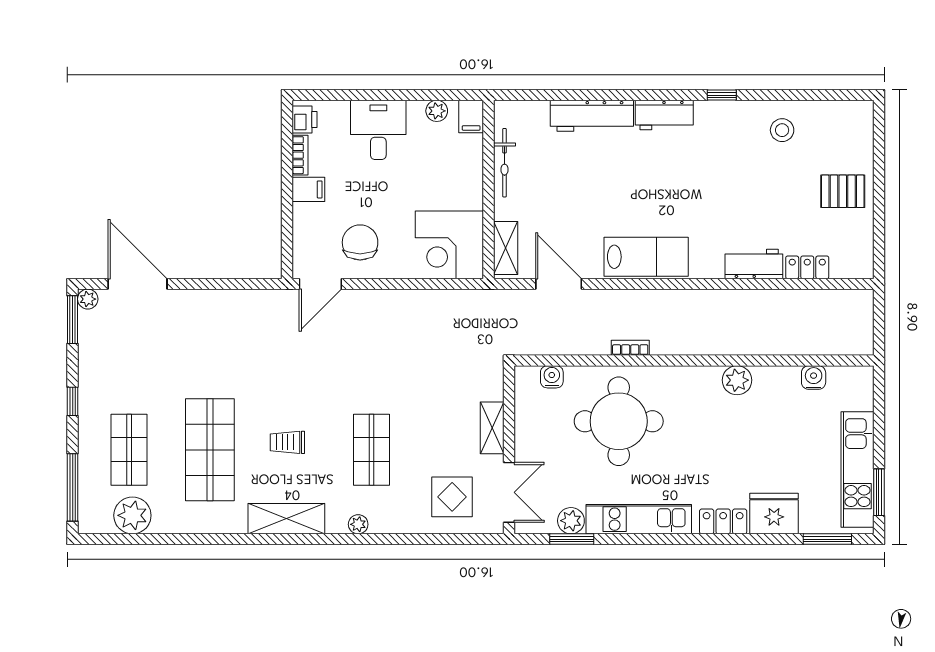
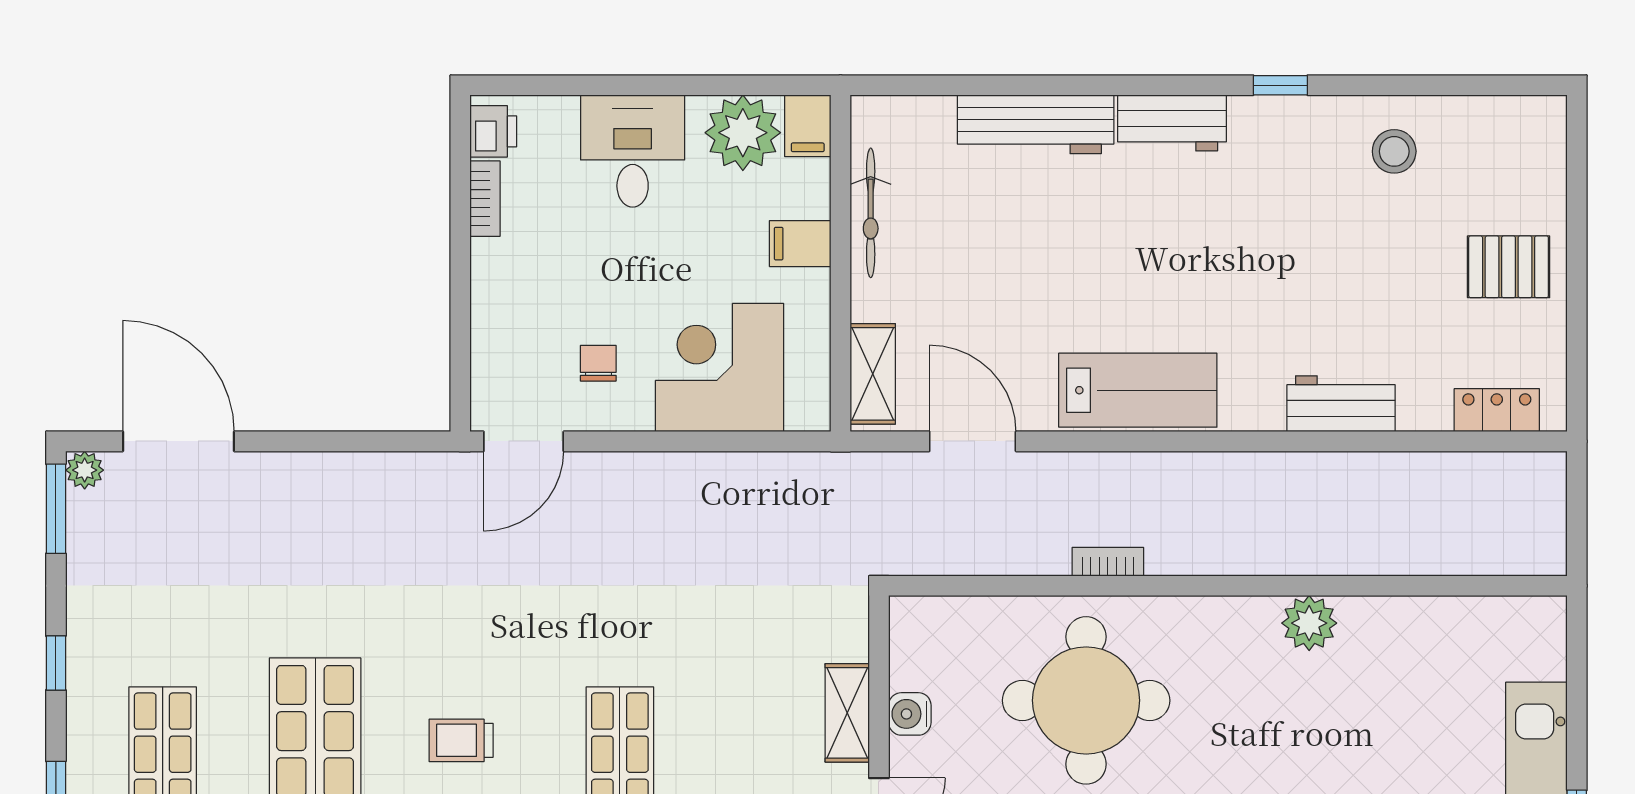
plant: (437, 111) -> (743, 133), width x1.88, depth x1.88
filing cabinet: (308, 189) -> (800, 244), moved, turned 180
chair: (360, 242) -> (598, 363), width x0.54, depth x0.54
corner desk: (449, 245) -> (720, 368), moved, turned 90
locker: (807, 267) -> (1497, 410), moved
water cooler: (552, 377) -> (910, 714), moved, turned -90
water cooler: (814, 378) -> (1454, 618), removed

